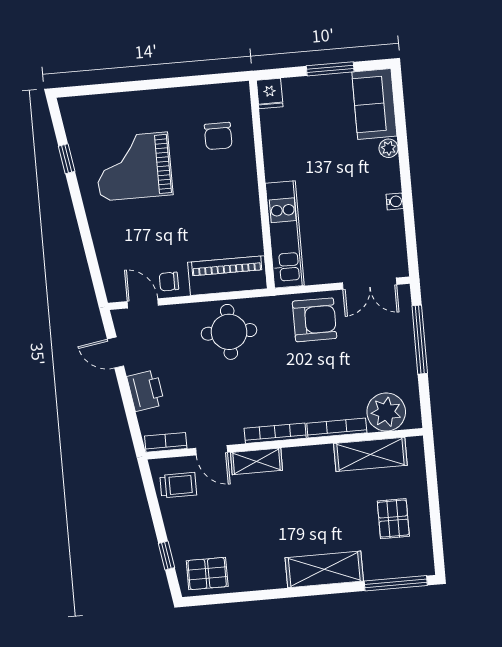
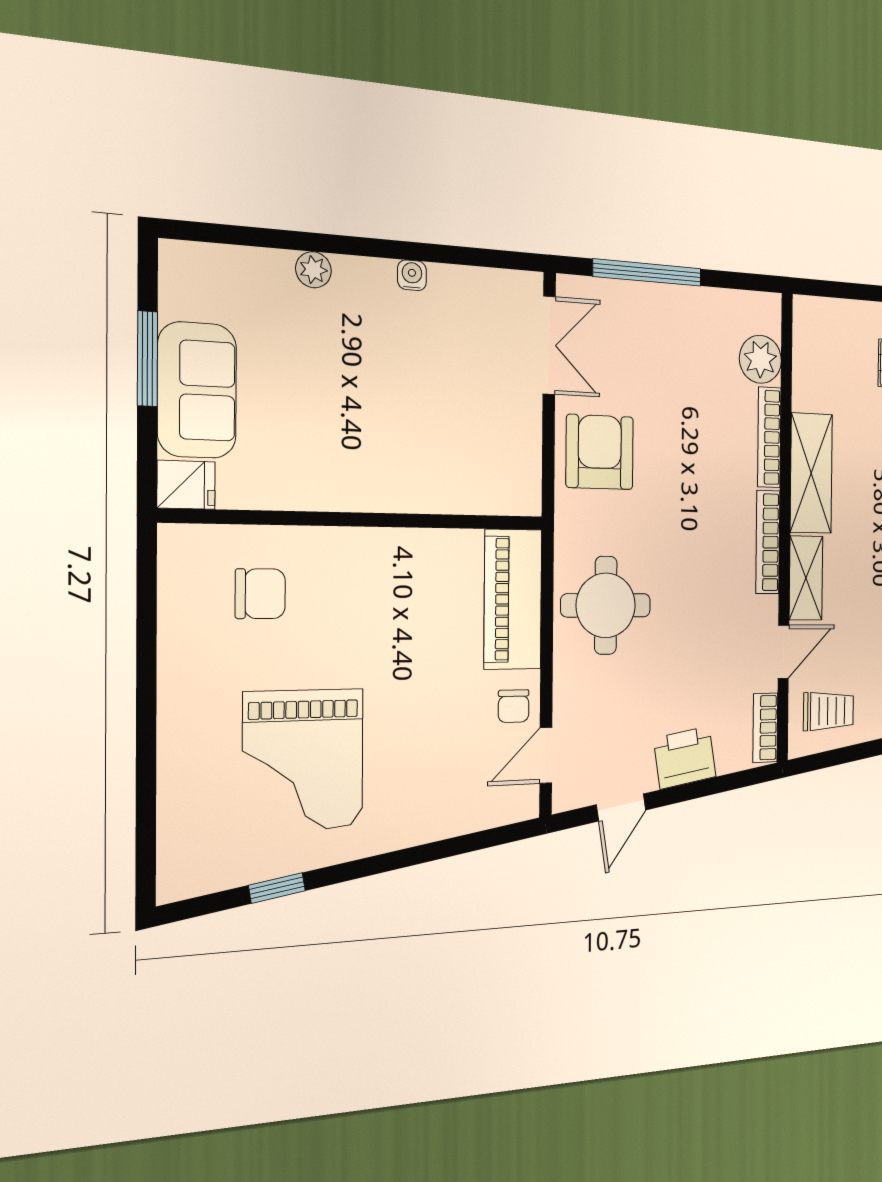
sofa: (374, 104) -> (197, 390), moved, turned -90
kitchen unit: (285, 234) -> (452, 487), removed
plant: (386, 412) -> (760, 359), width x0.73, depth x0.73
shelving: (370, 454) -> (811, 473), moved
trolley: (178, 485) -> (828, 711), turned 90

